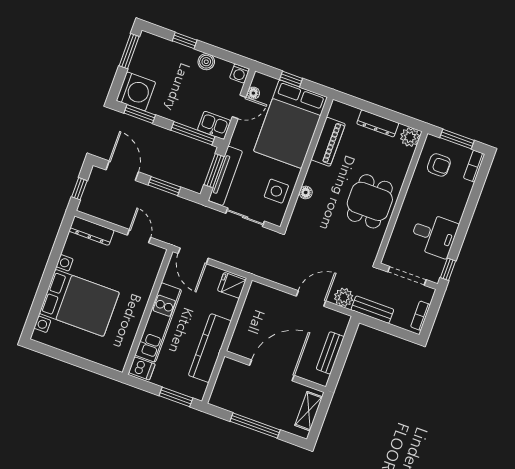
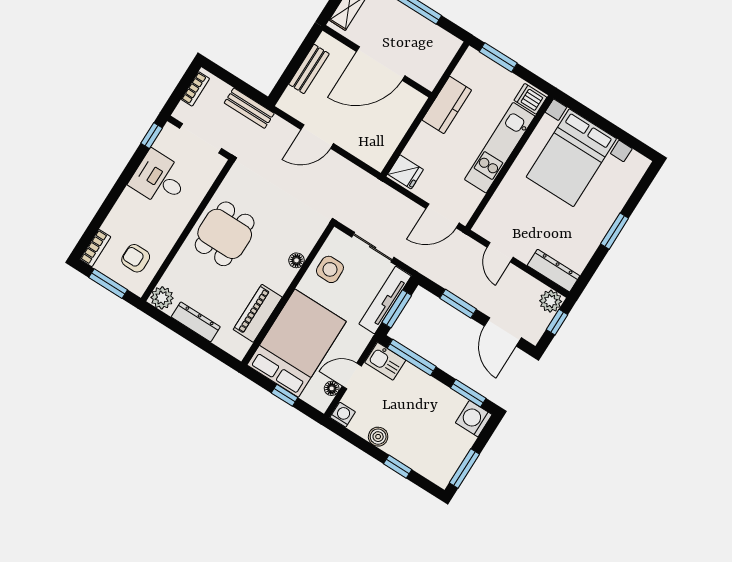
washing machine: (136, 91) -> (474, 419), width x0.73, depth x0.73
door: (193, 256) -> (442, 216), swing flipped
window: (48, 274) -> (615, 231), added
plant: (344, 297) -> (551, 301), moved
bed with nightstands: (79, 303) -> (571, 158), moved, turned -90
kitchen counter: (210, 348) -> (447, 105), width x0.67

